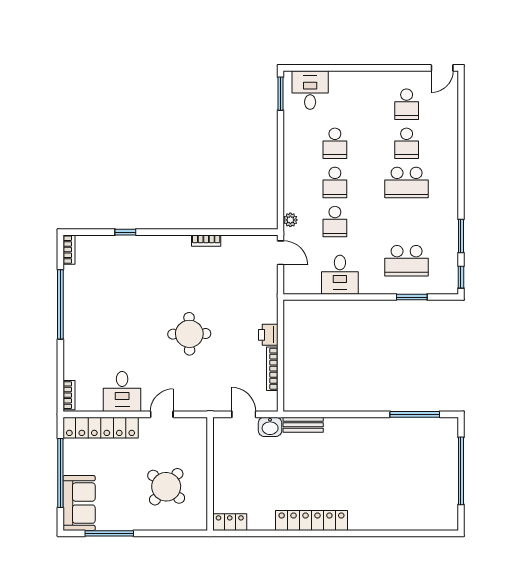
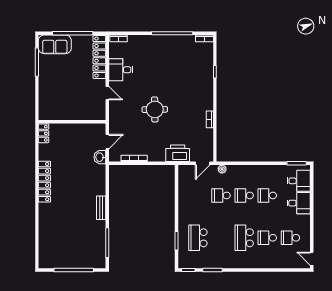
desk: (340, 275) -> (299, 203), moved, turned 180
printer: (268, 335) -> (178, 153), moved, width x1.87, depth x1.48
bench: (303, 425) -> (101, 208), moved
round table: (166, 487) -> (64, 96), removed

